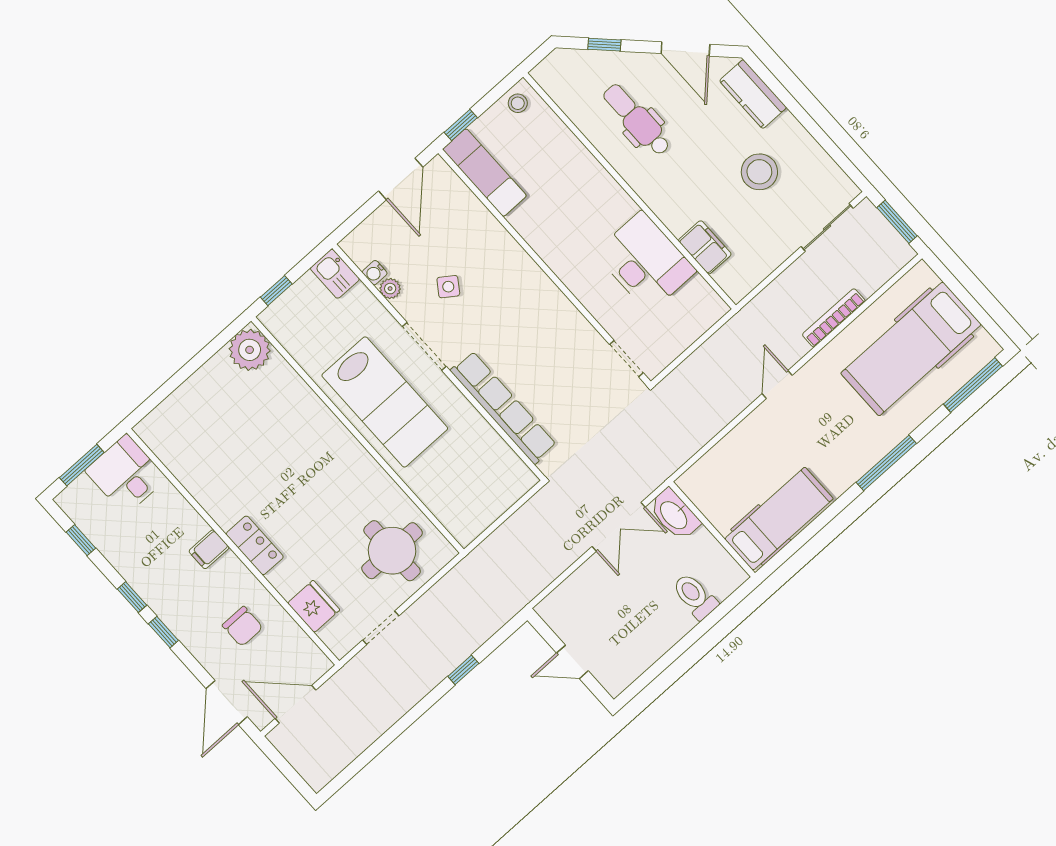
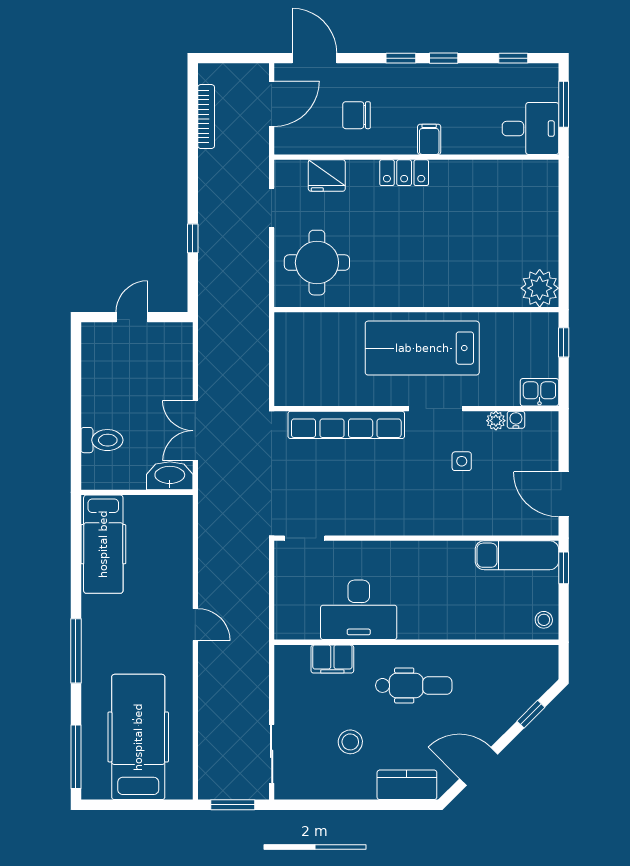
dental chair: (637, 120) -> (414, 685), moved
stool: (759, 172) -> (350, 742), width x0.73, depth x0.73
side table: (448, 287) -> (462, 461), turned -35
bookcase: (834, 318) -> (206, 117), moved

